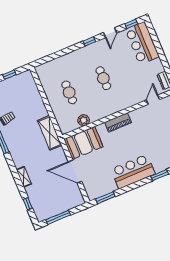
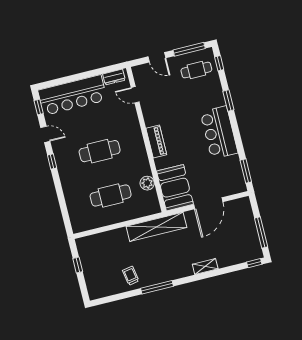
bar counter: (142, 43) -> (72, 95), width x1.36
cafe table: (103, 78) -> (100, 151), width x1.37, depth x1.35
cafe table: (69, 92) -> (111, 195), width x1.37, depth x1.35
shelving: (50, 133) -> (156, 227), width x1.47
window: (28, 204) -> (254, 263), moved

